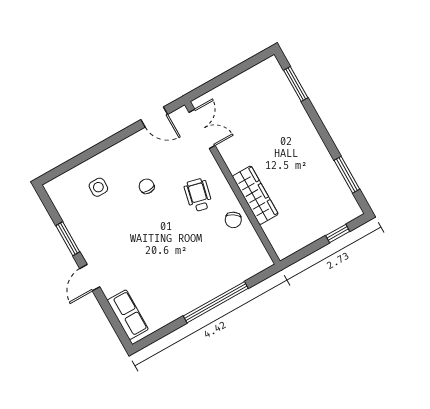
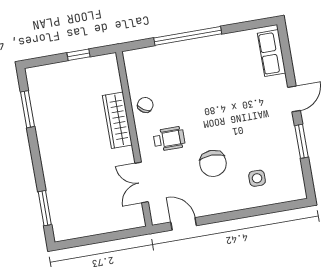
double door: (202, 129) -> (142, 183), moved
chair: (147, 186) -> (213, 163), width x1.87, depth x1.87
wheelchair: (198, 195) -> (169, 139), turned -103
window: (338, 233) -> (78, 55), moved

